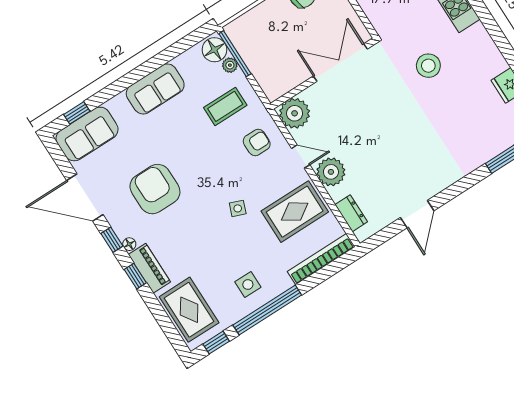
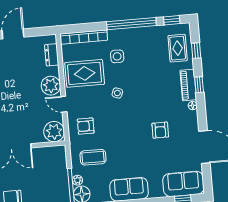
armchair: (155, 189) -> (160, 130), width x0.53, depth x0.53
window: (112, 240) -> (196, 51), moved
side table: (248, 285) -> (117, 56), moved
rug: (189, 310) -> (178, 48), width x0.73, depth x0.70

